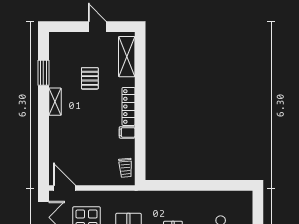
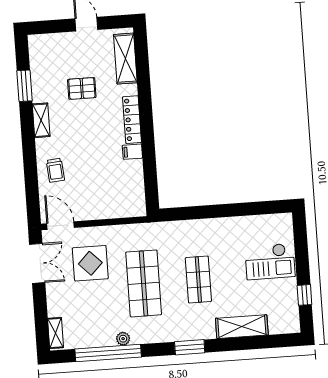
pallet: (90, 78) -> (82, 88), turned 90
trolley: (126, 168) -> (55, 170), moved

